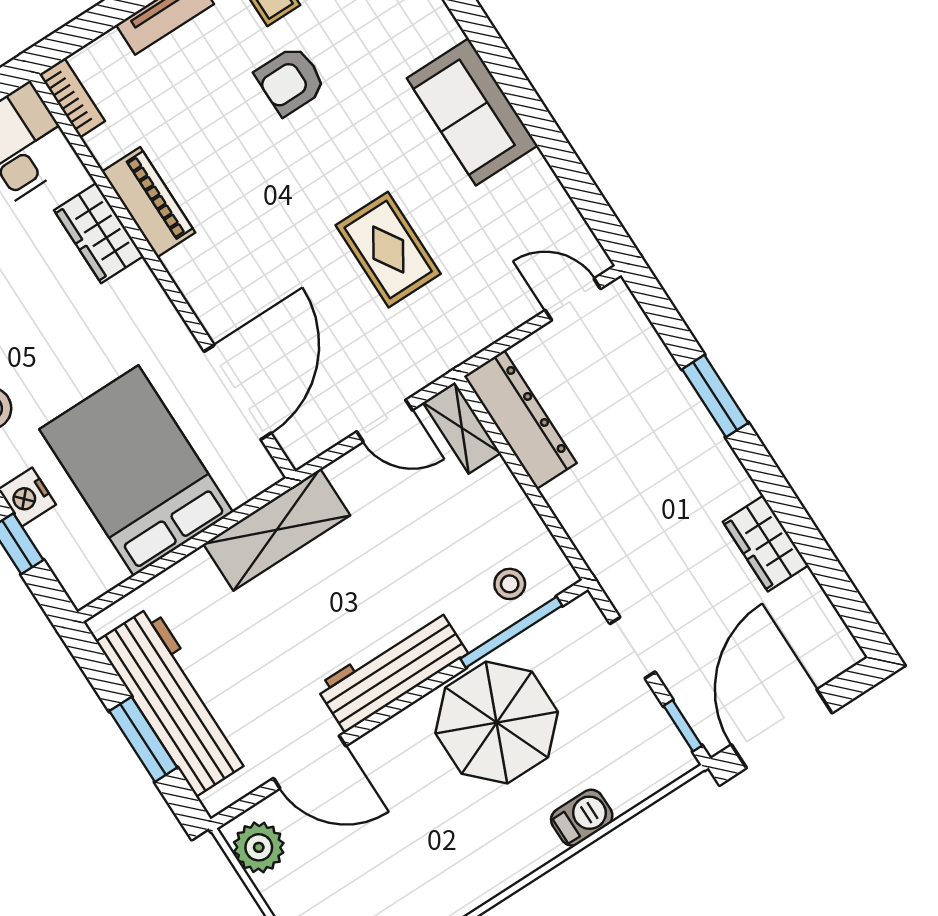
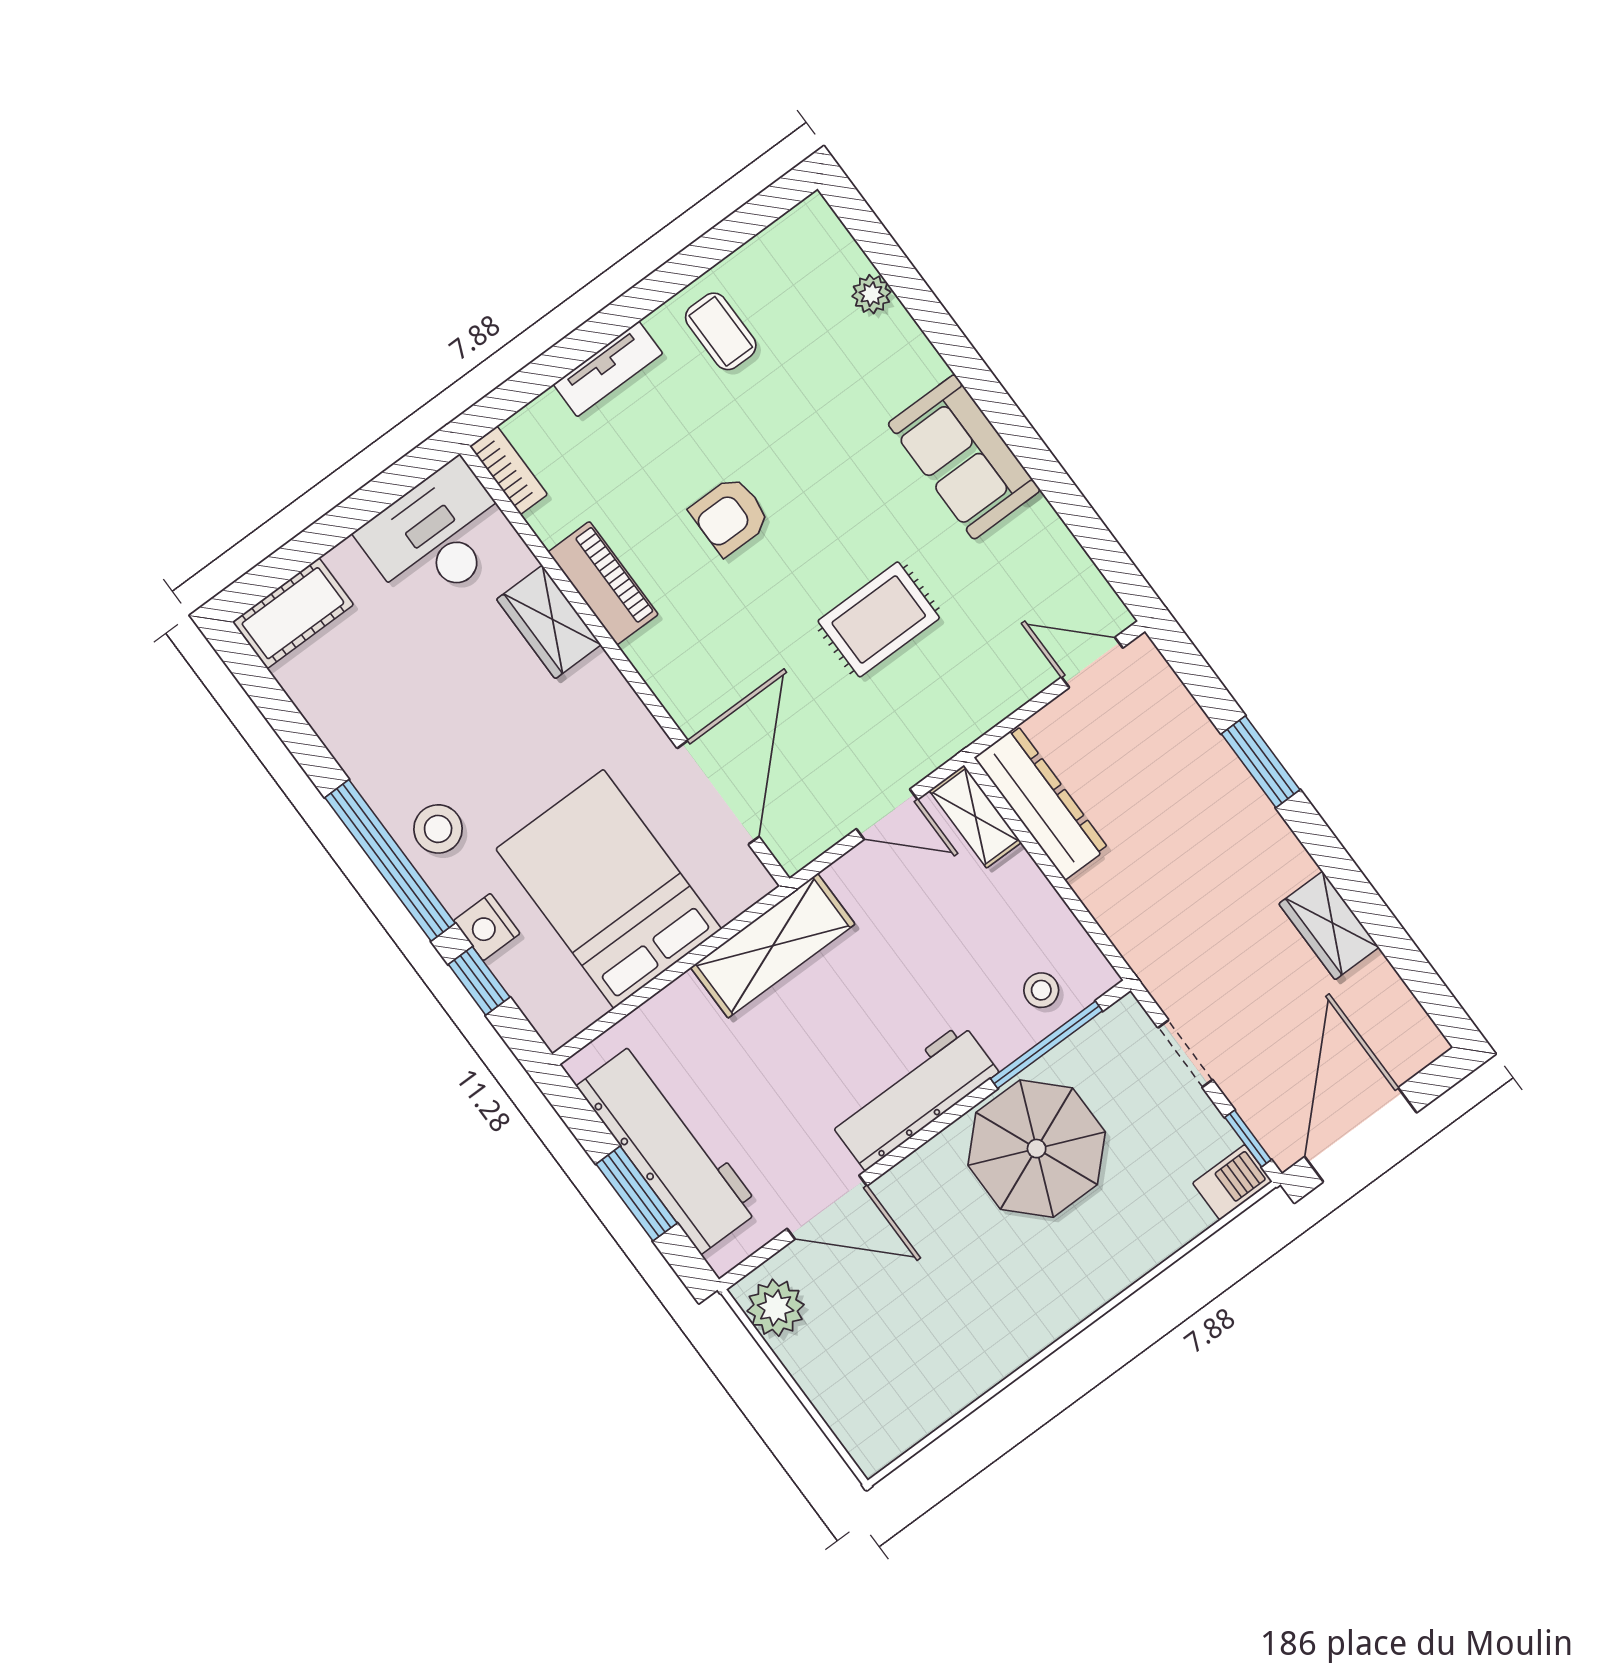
armchair: (290, 81) -> (730, 516), moved
rug: (388, 250) -> (879, 619), turned 90
barbecue: (582, 818) -> (1232, 1182), moved

